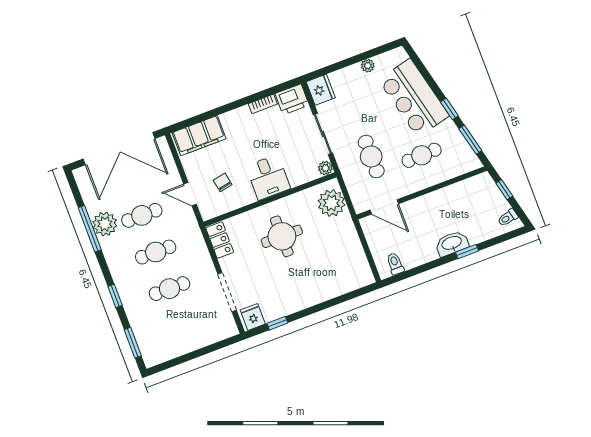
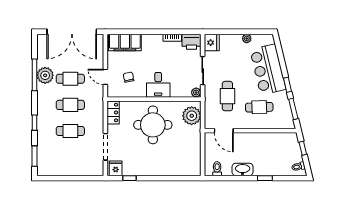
round table: (282, 236) -> (153, 125), width x1.36, depth x1.36
washbasin: (452, 243) -> (243, 169), moved

